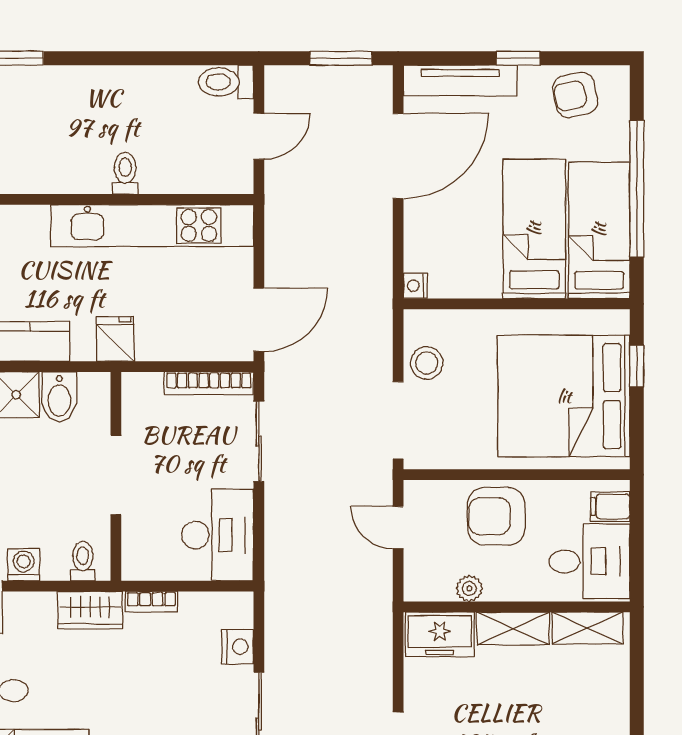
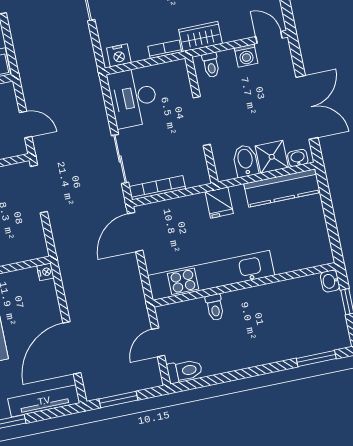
toilet: (125, 173) -> (215, 307), moved
stool: (427, 363) -> (29, 227), removed
nightstand: (238, 647) -> (119, 55), moved, turned -90

